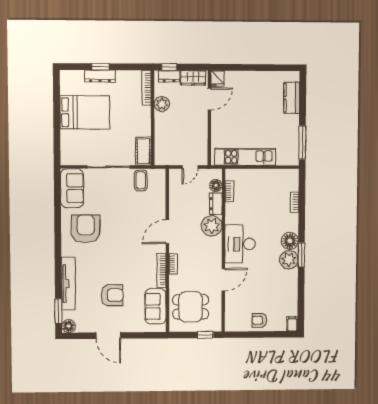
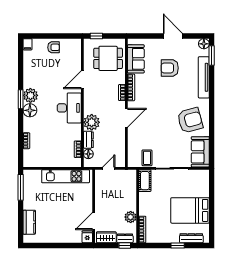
dresser: (100, 76) -> (191, 238), moved
armchair: (86, 229) -> (190, 120), turned -105

